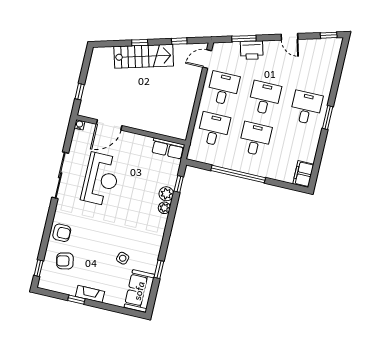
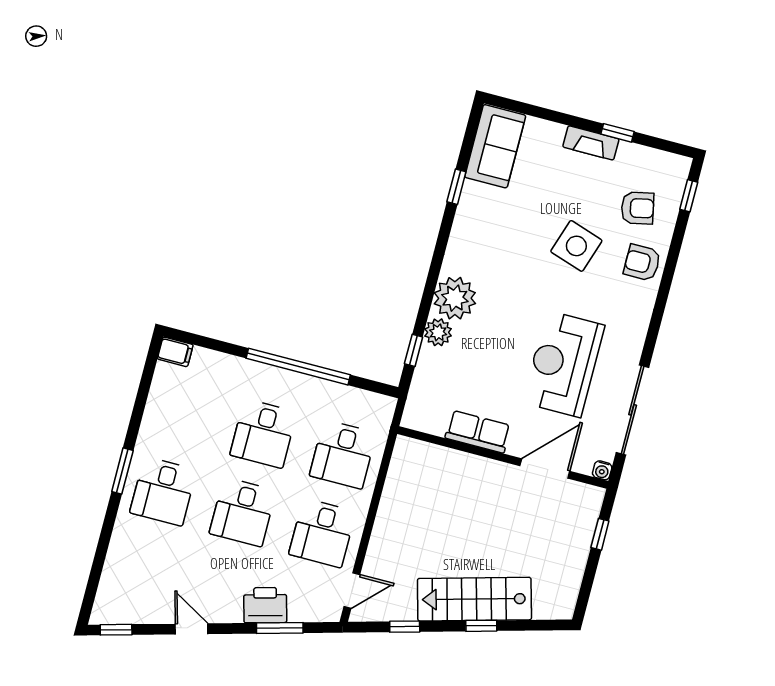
row of seats: (168, 148) -> (478, 432), moved
filing cabinet: (303, 174) -> (175, 352), width x0.50
sliding door: (60, 175) -> (633, 410), moved
plant: (164, 208) -> (455, 298), width x1.88, depth x1.88
side table: (123, 258) -> (576, 246), moved, width x1.87, depth x1.87

